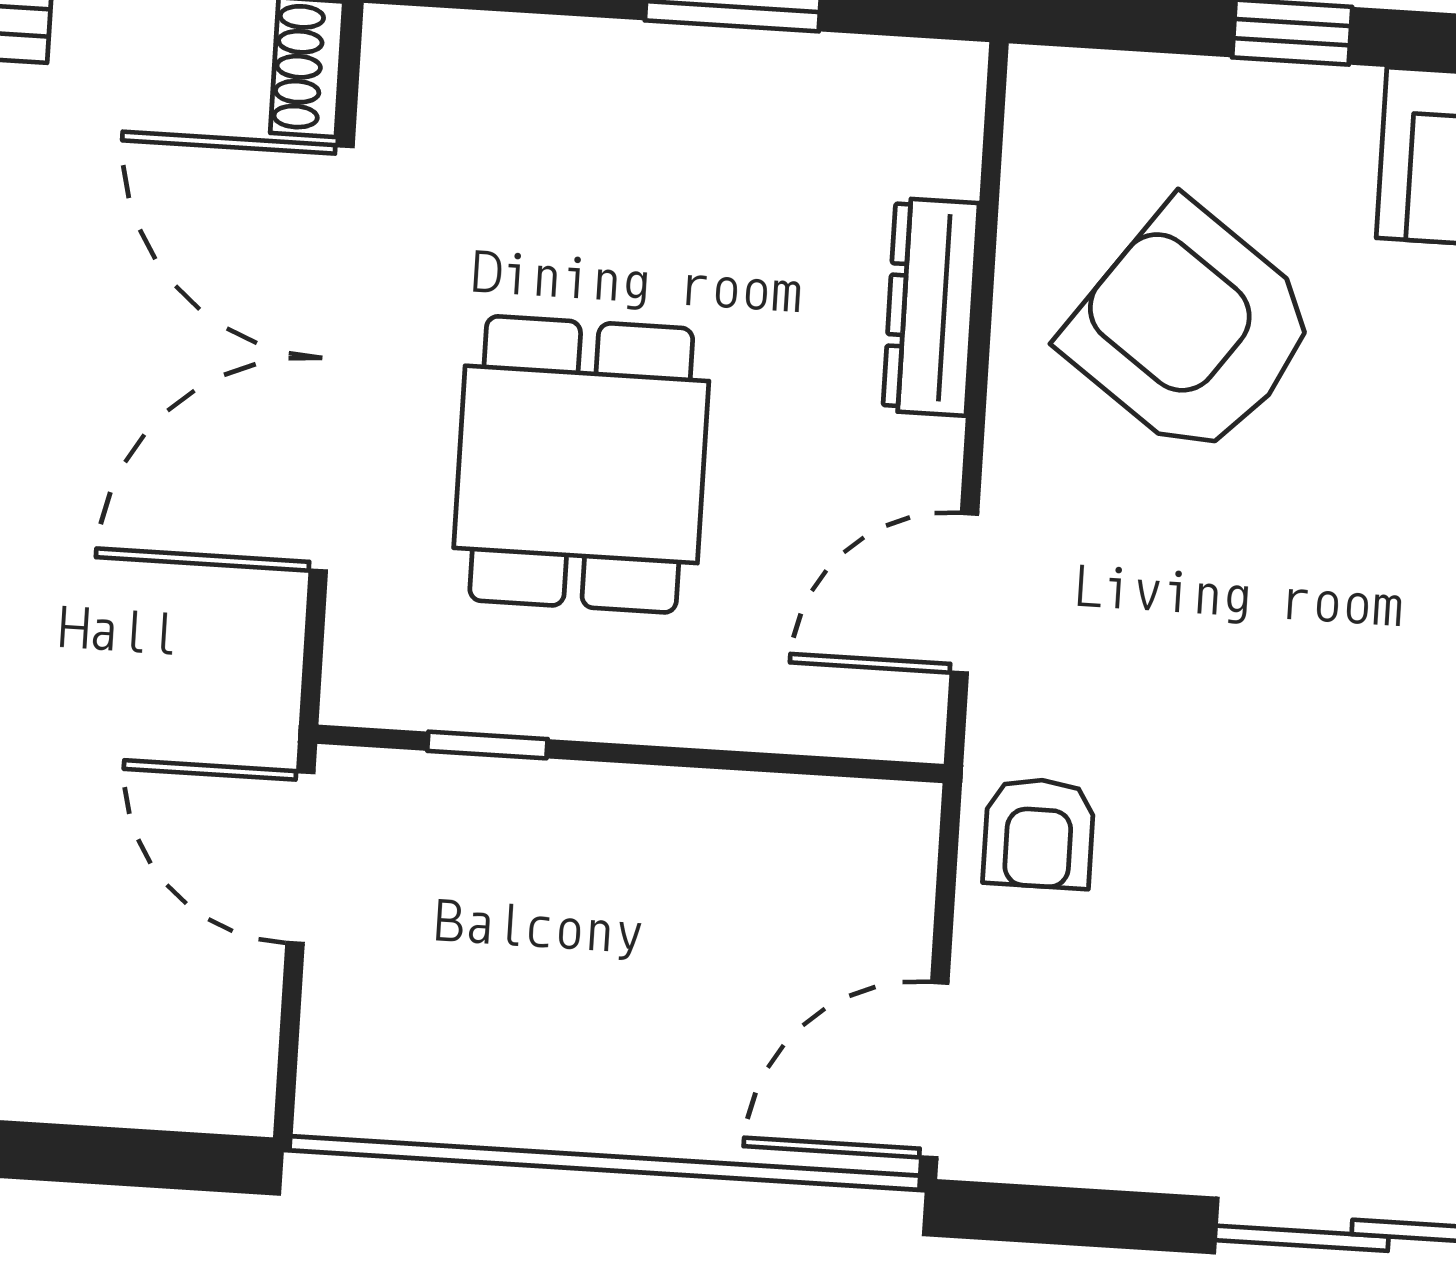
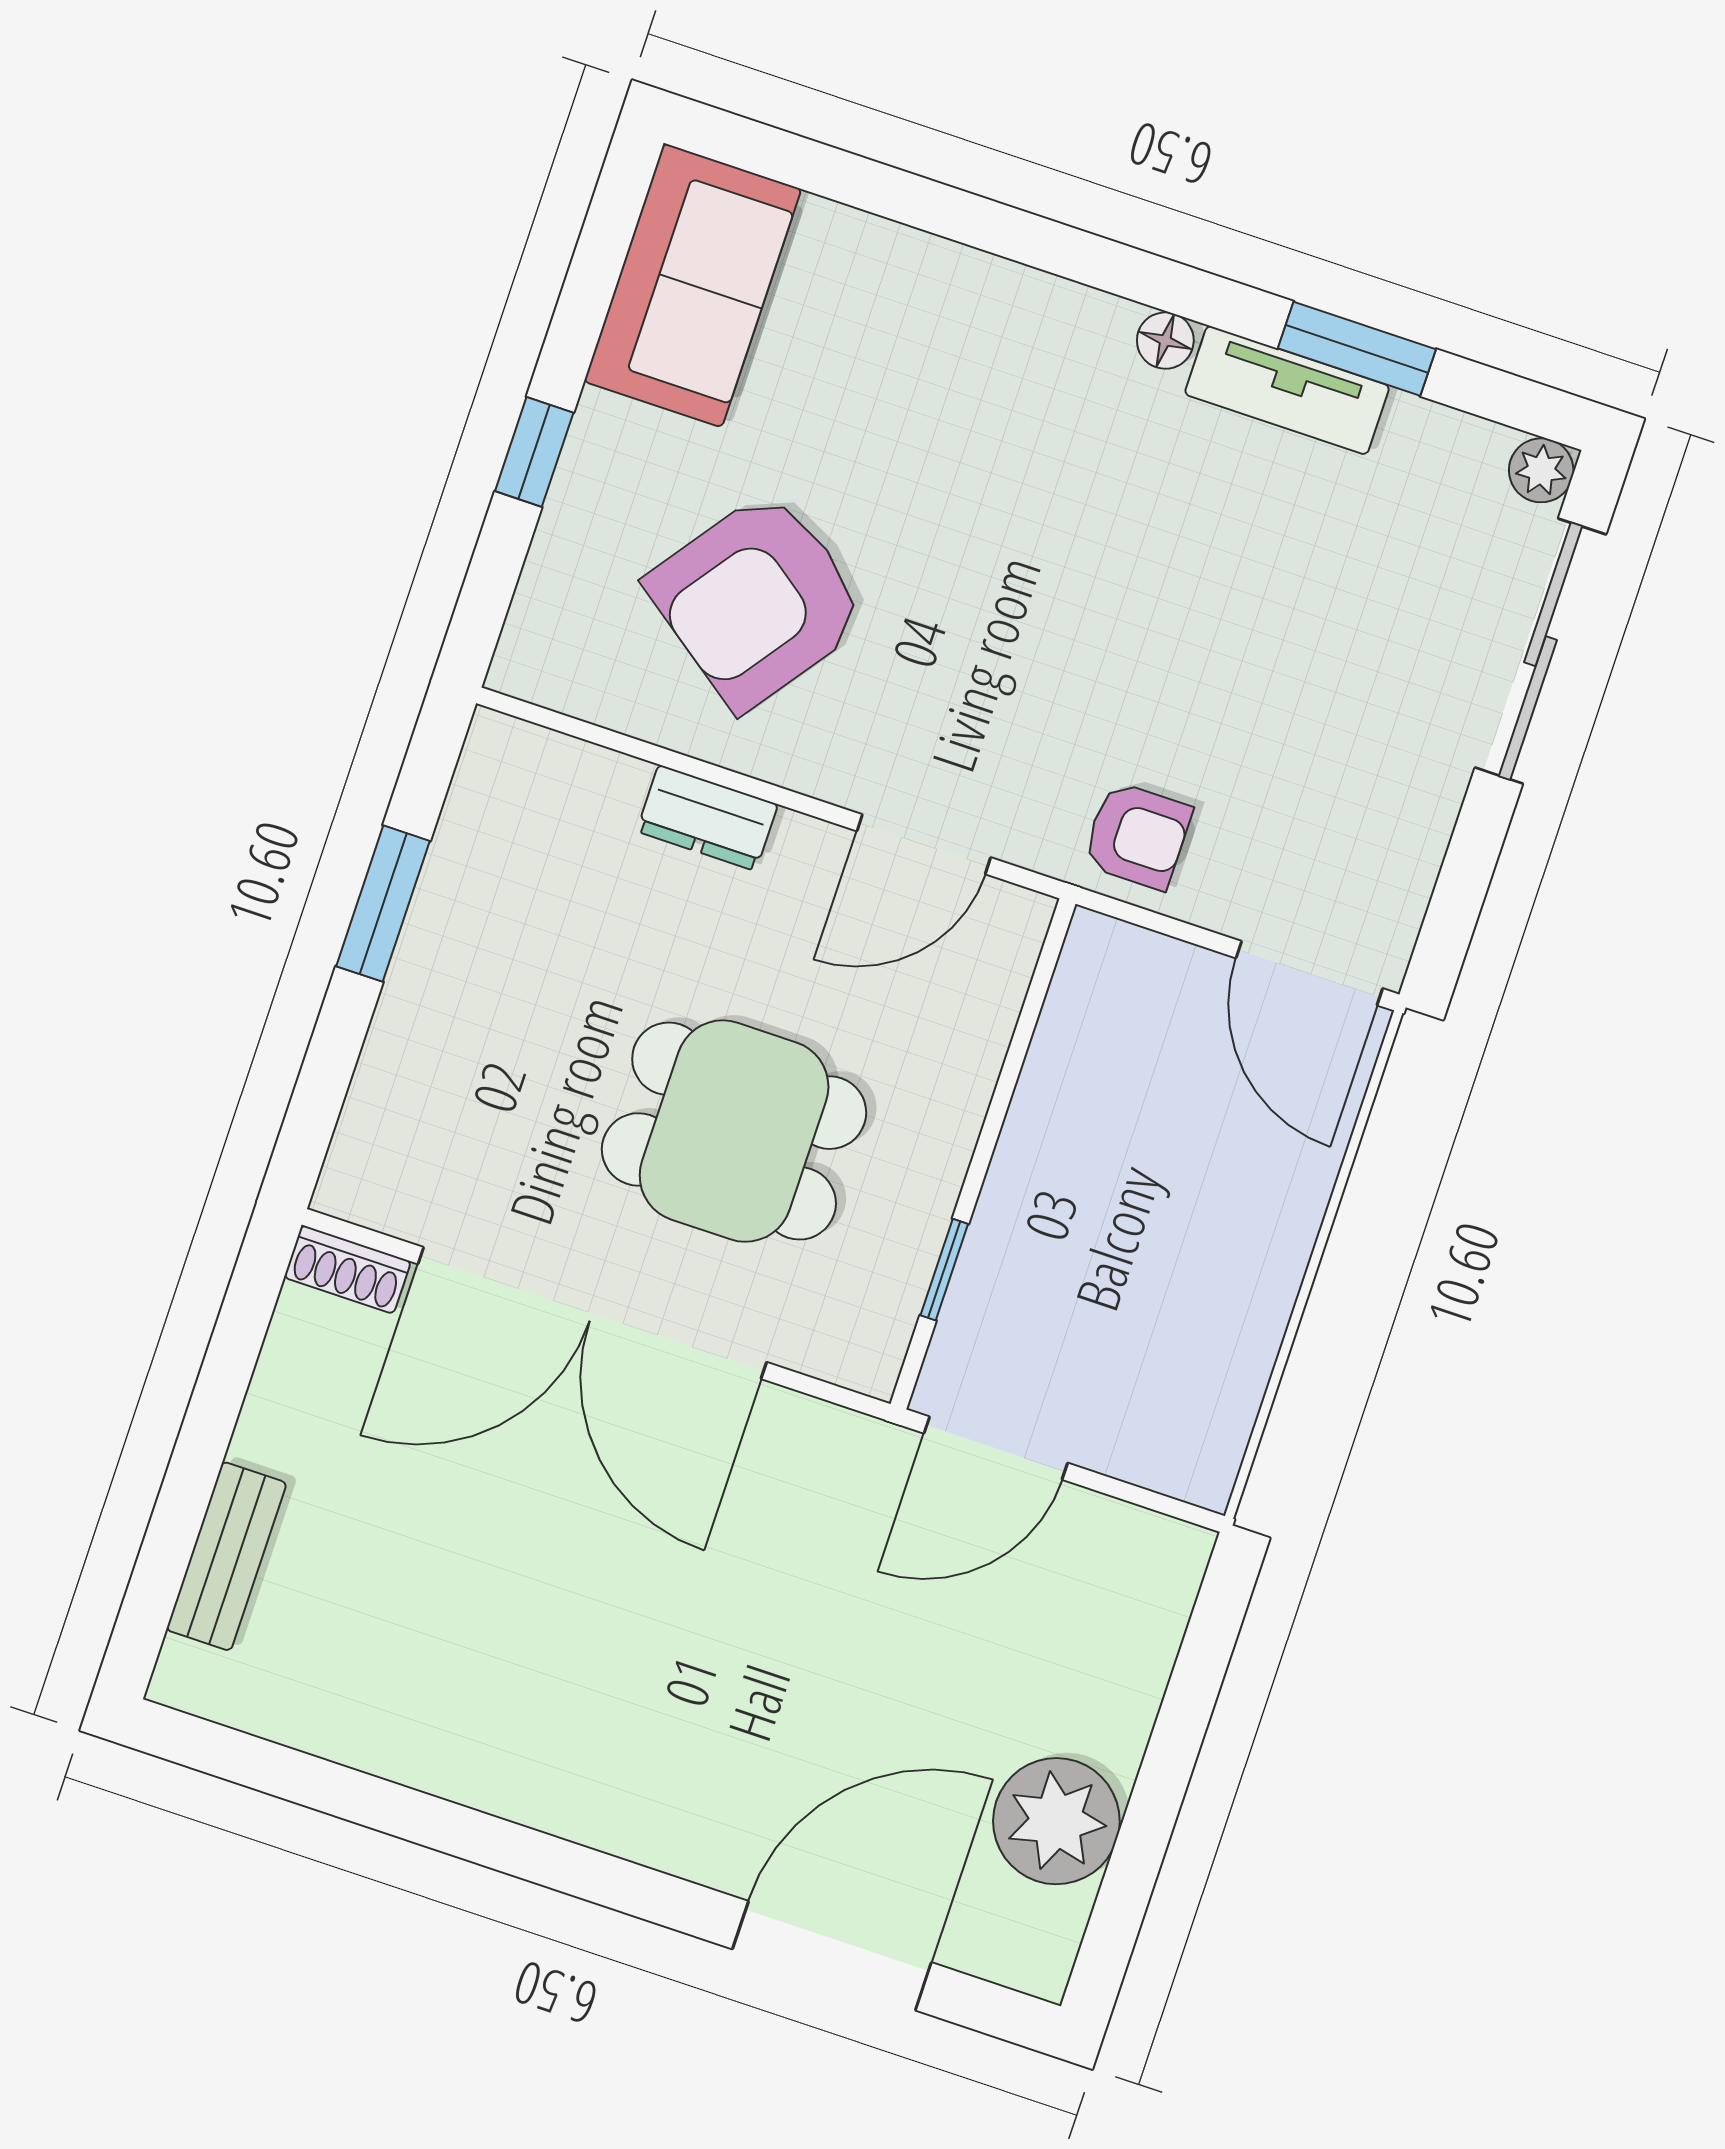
dresser: (931, 307) -> (707, 818), width x0.70
door: (964, 593) -> (924, 844), hinge flipped

